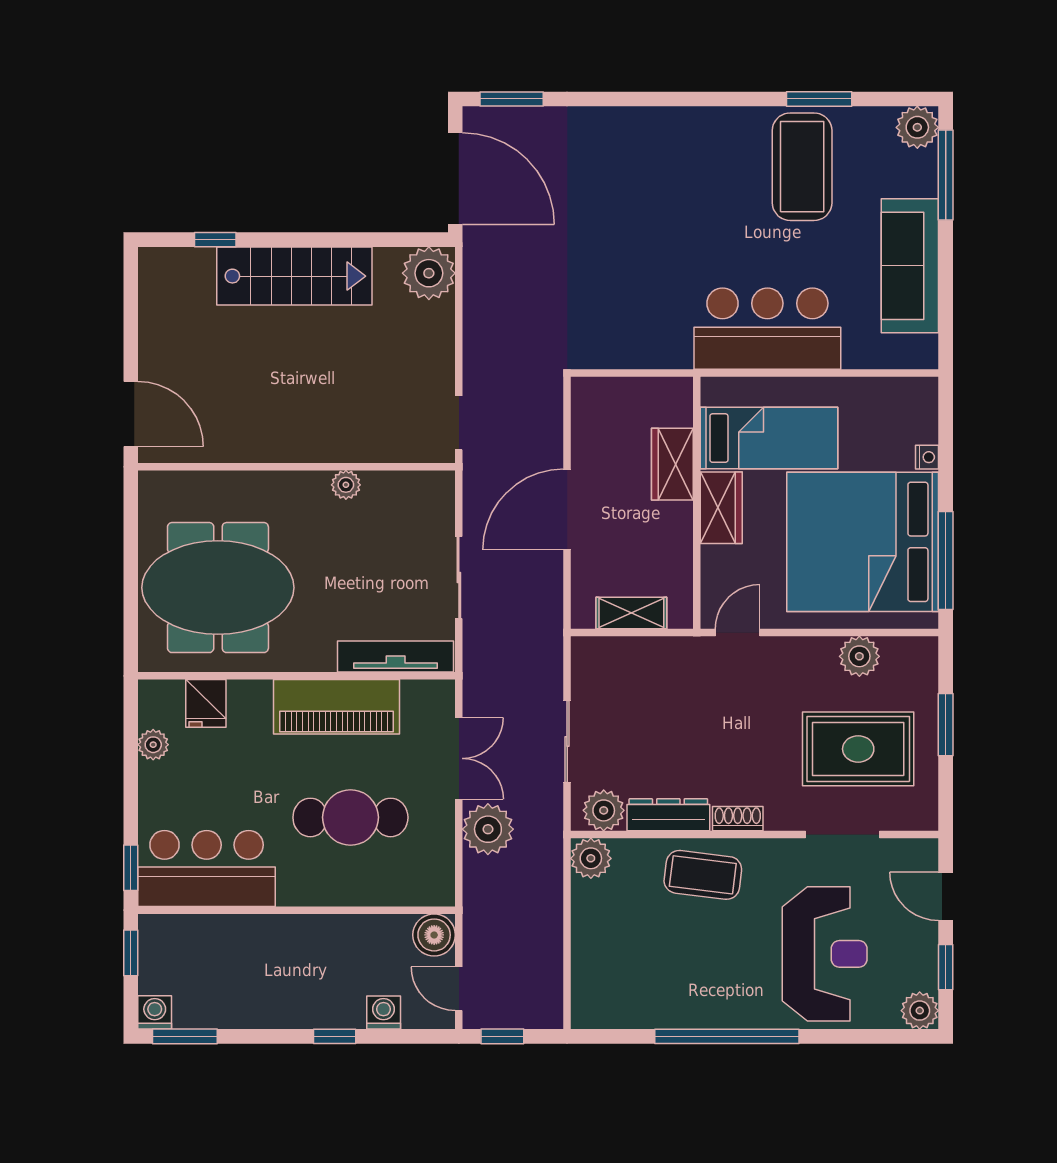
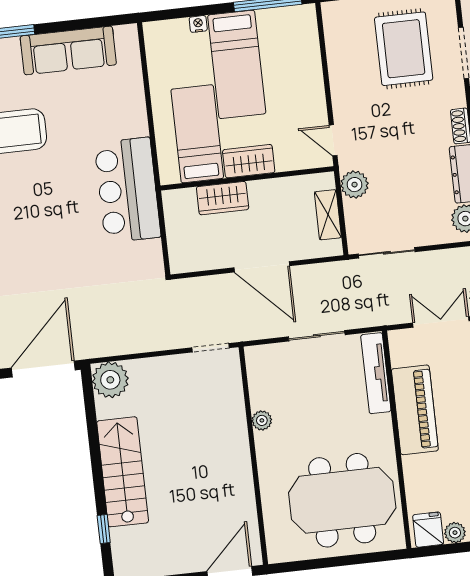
bar counter: (767, 329) -> (128, 190), moved
bed: (863, 542) -> (237, 64), width x0.49
meeting table: (218, 588) -> (342, 500), turned 90
plant: (859, 656) -> (355, 185), moved
fridge: (206, 703) -> (428, 530), moved, turned -90
sliding door: (567, 741) -> (387, 253), moved

